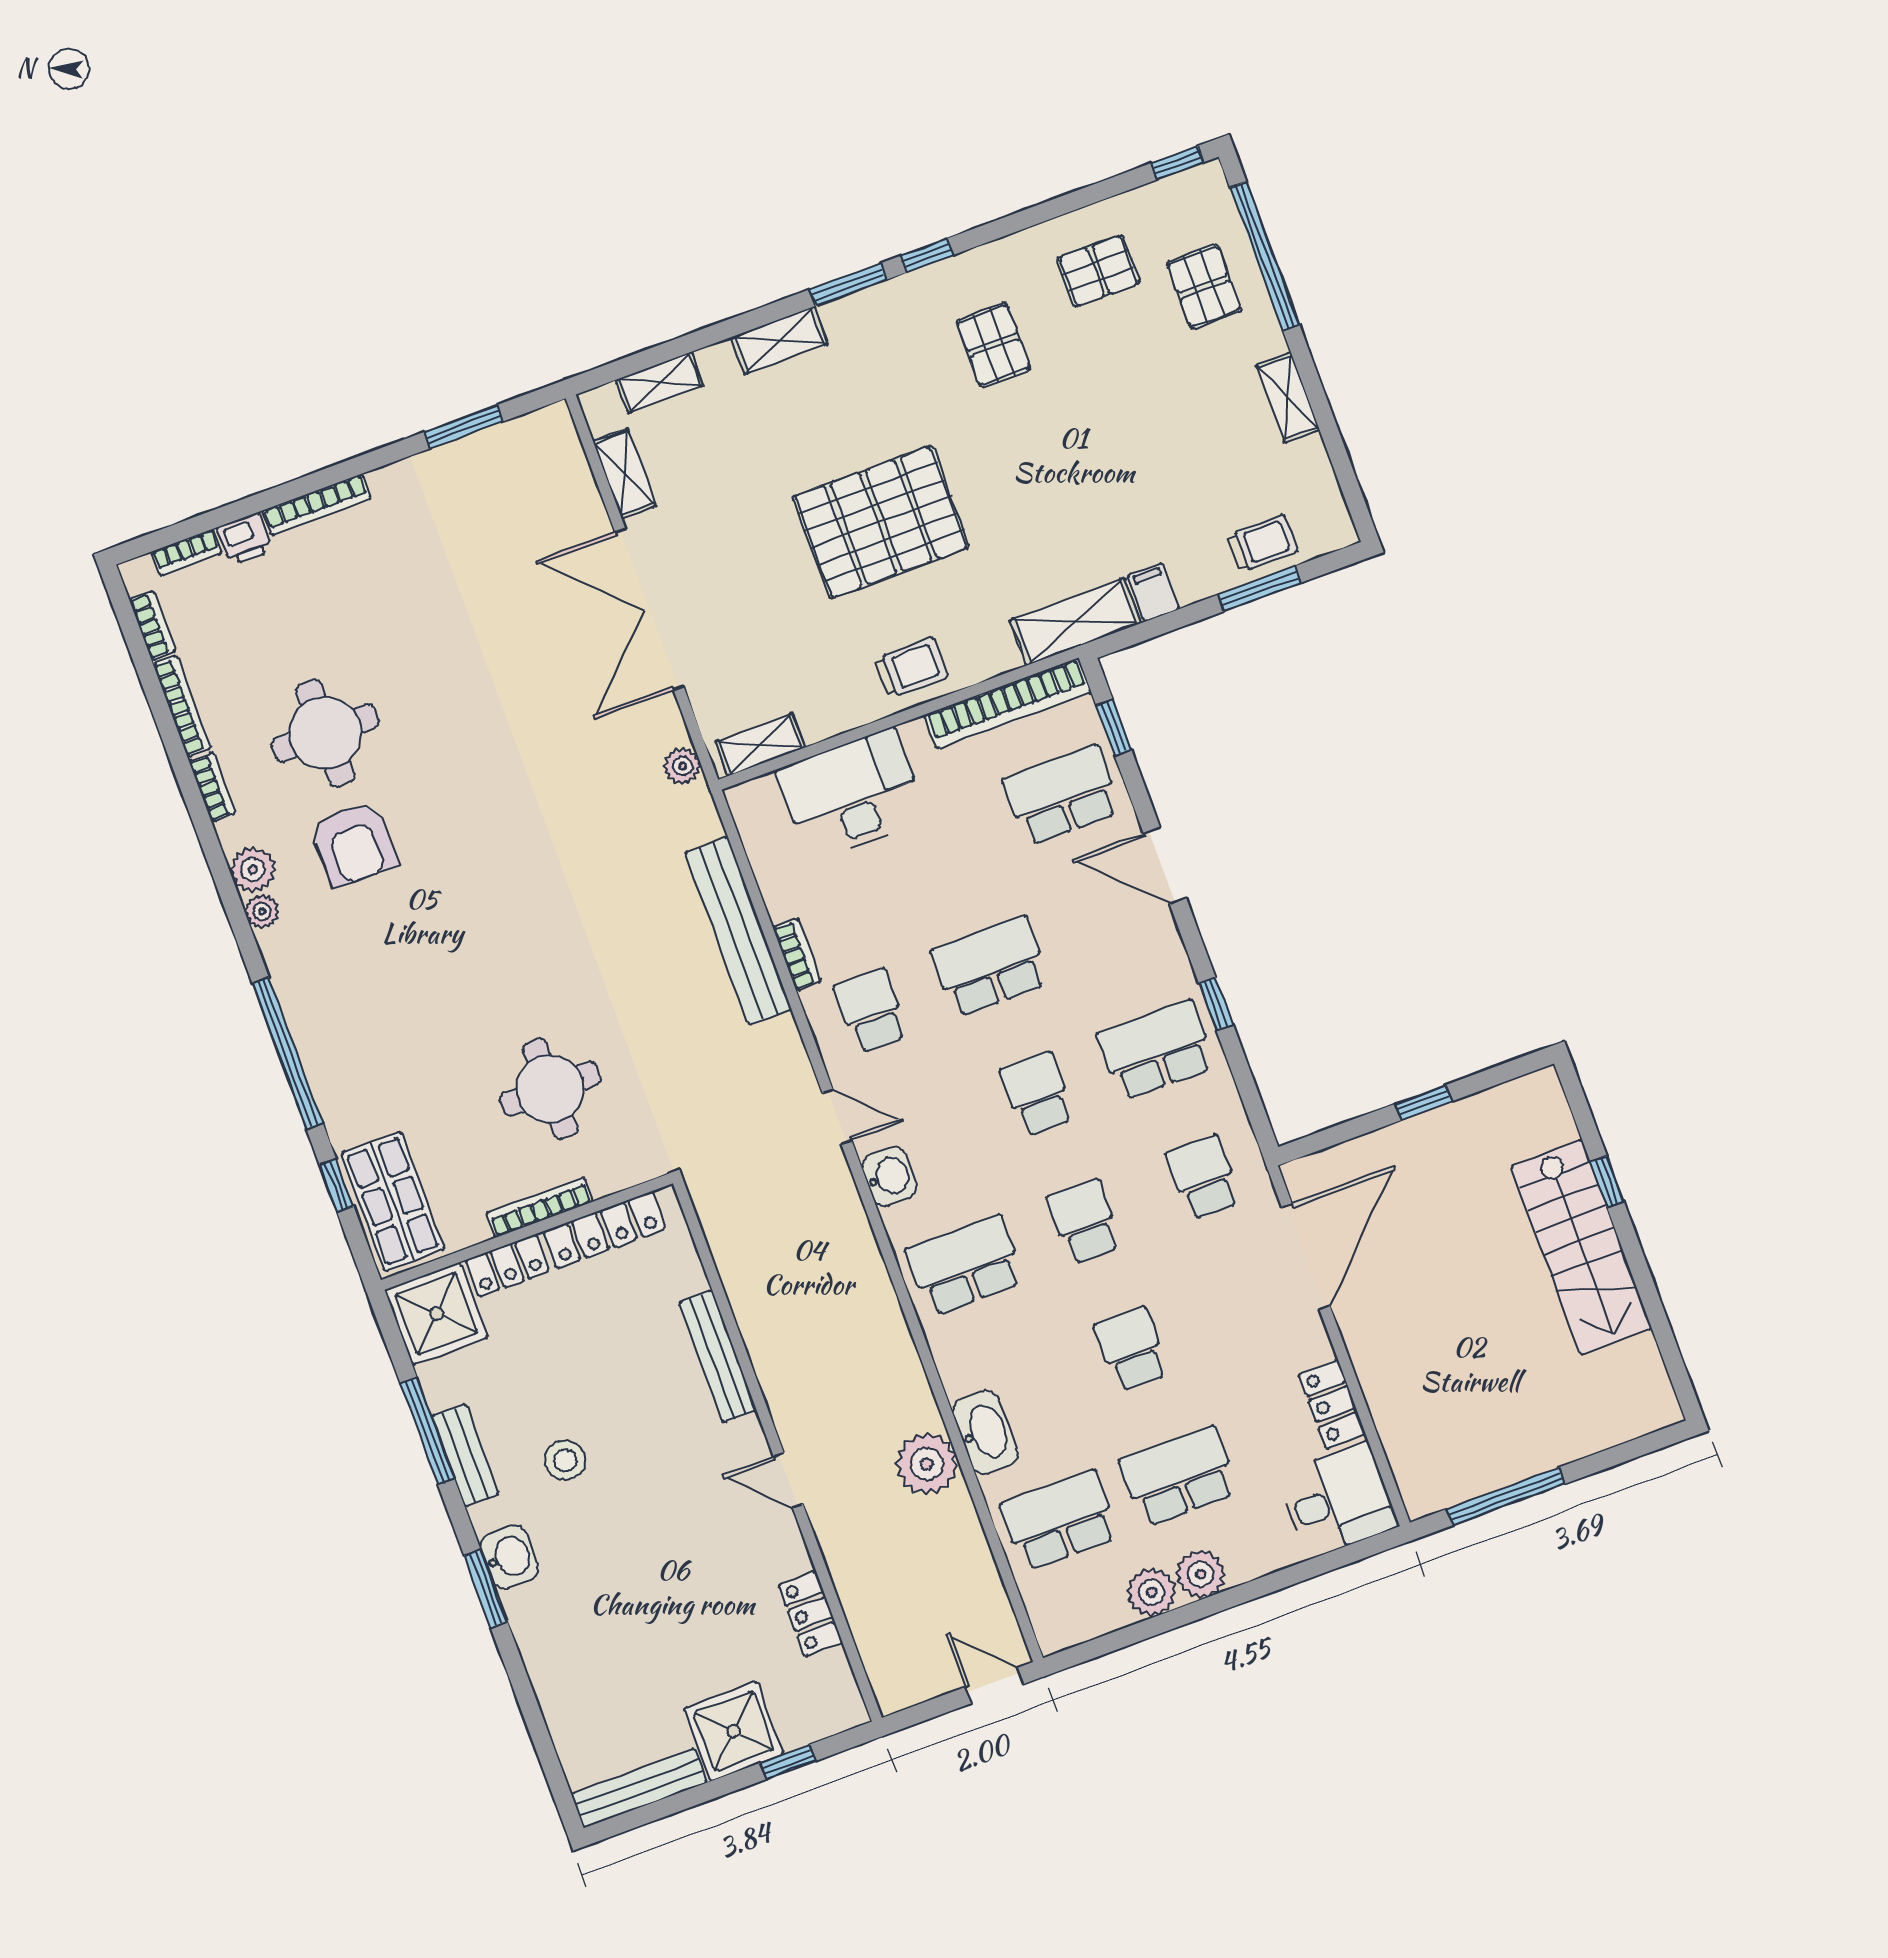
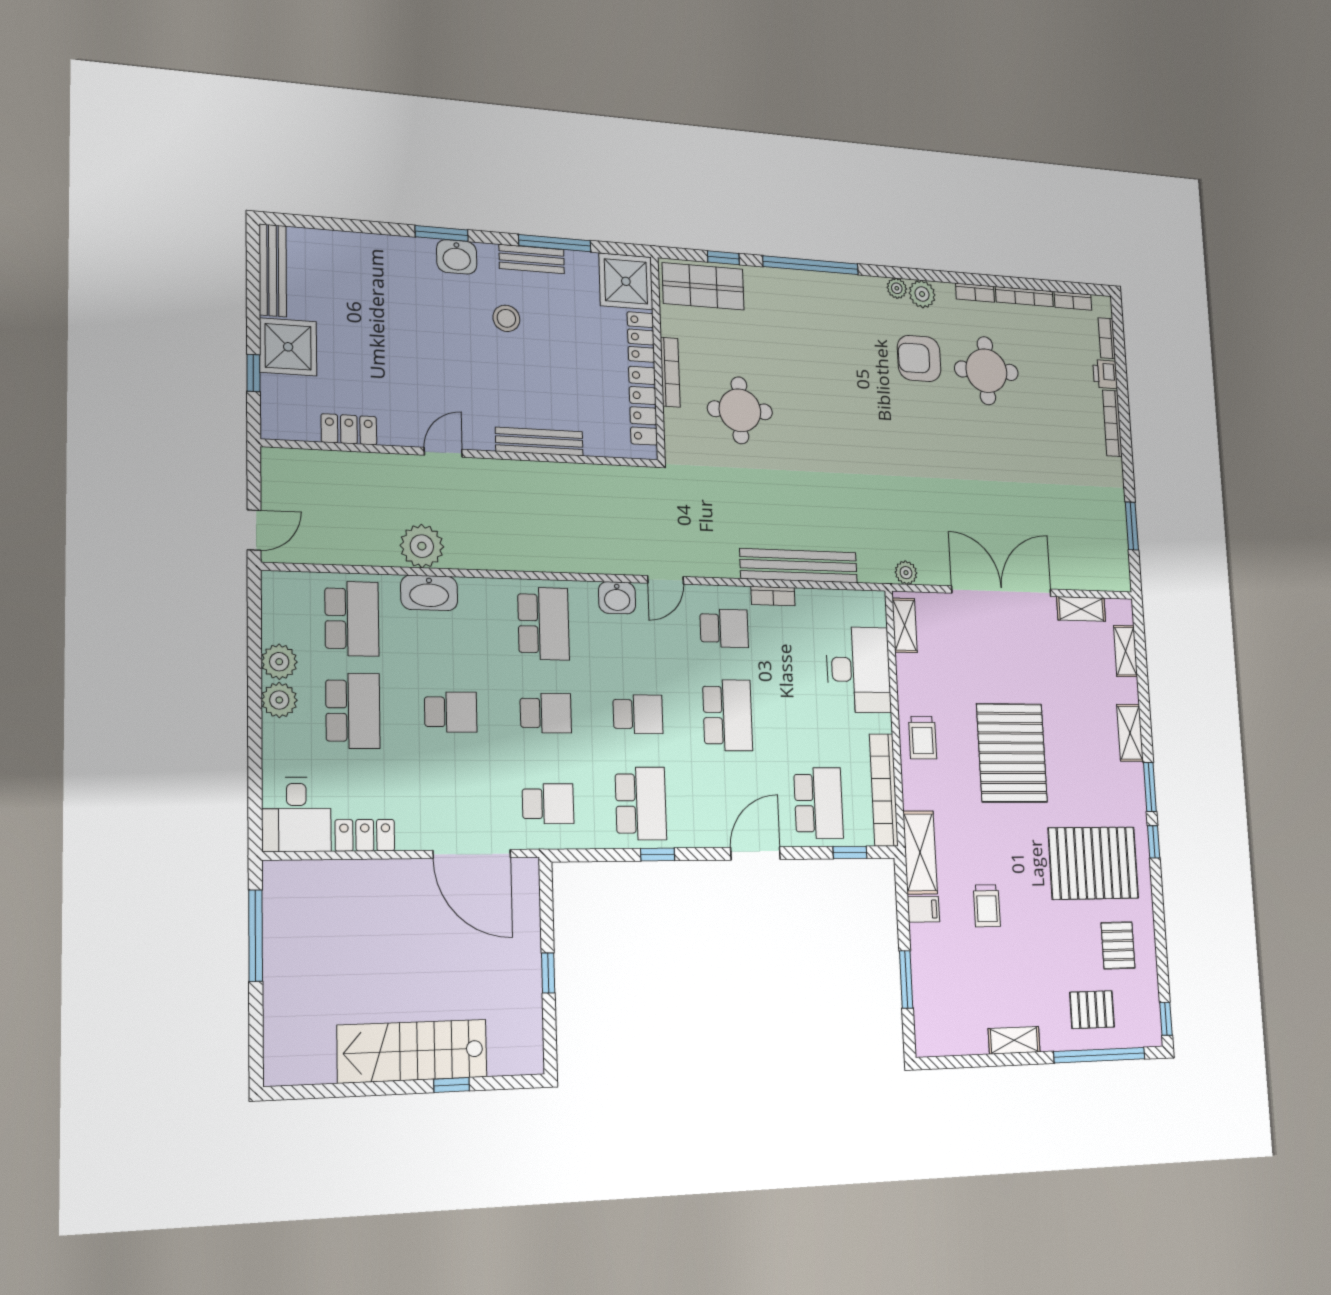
pallet: (993, 345) -> (1093, 863), width x2.05, depth x2.00
trolley: (1262, 543) -> (987, 906), moved

